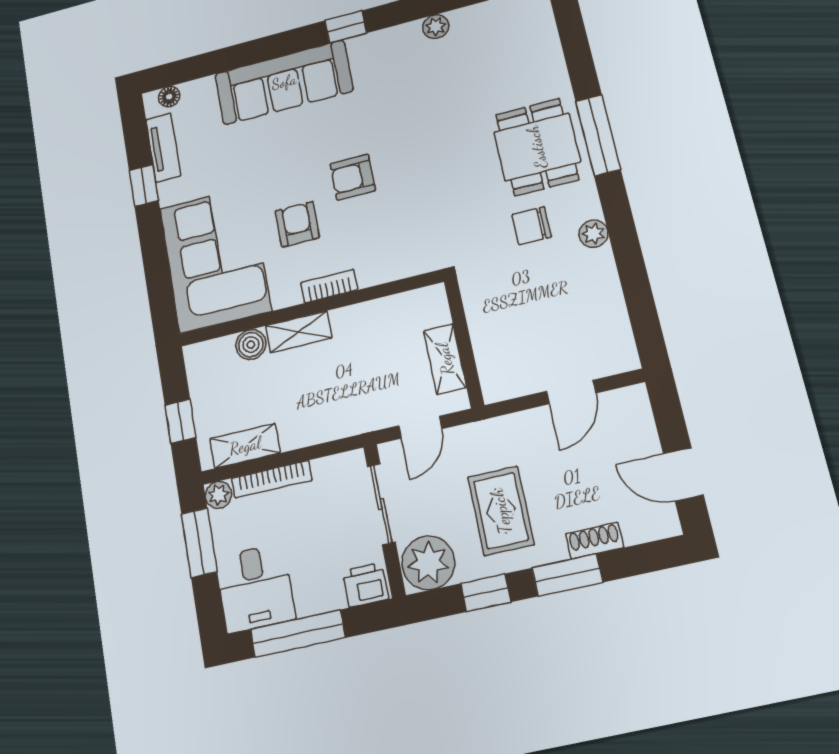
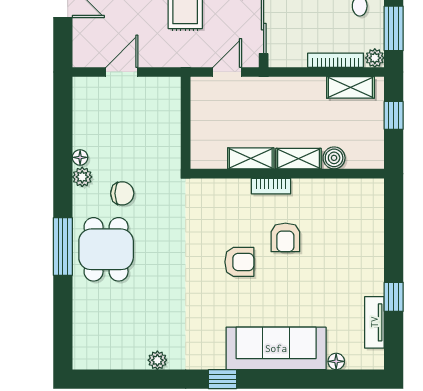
floor lamp: (169, 97) -> (336, 361), moved
corner sofa: (215, 259) -> (350, 227), removed
floor lamp: (603, 259) -> (80, 157), added
shelving: (445, 359) -> (251, 158), moved, turned 90

